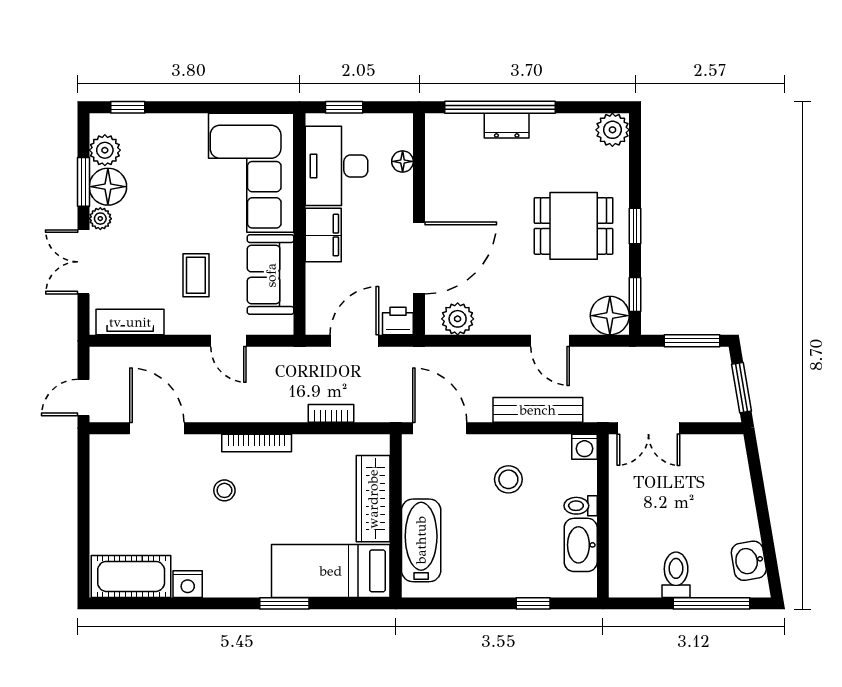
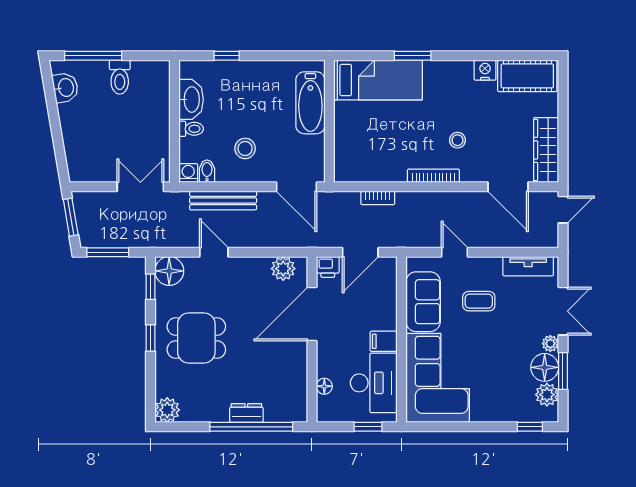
filing cabinet: (323, 235) -> (384, 341), width x0.50
coffee table: (196, 275) -> (479, 301), turned 90
bidet: (559, 449) -> (207, 171), added
wardrobe: (373, 499) -> (546, 150), moved, turned 180

